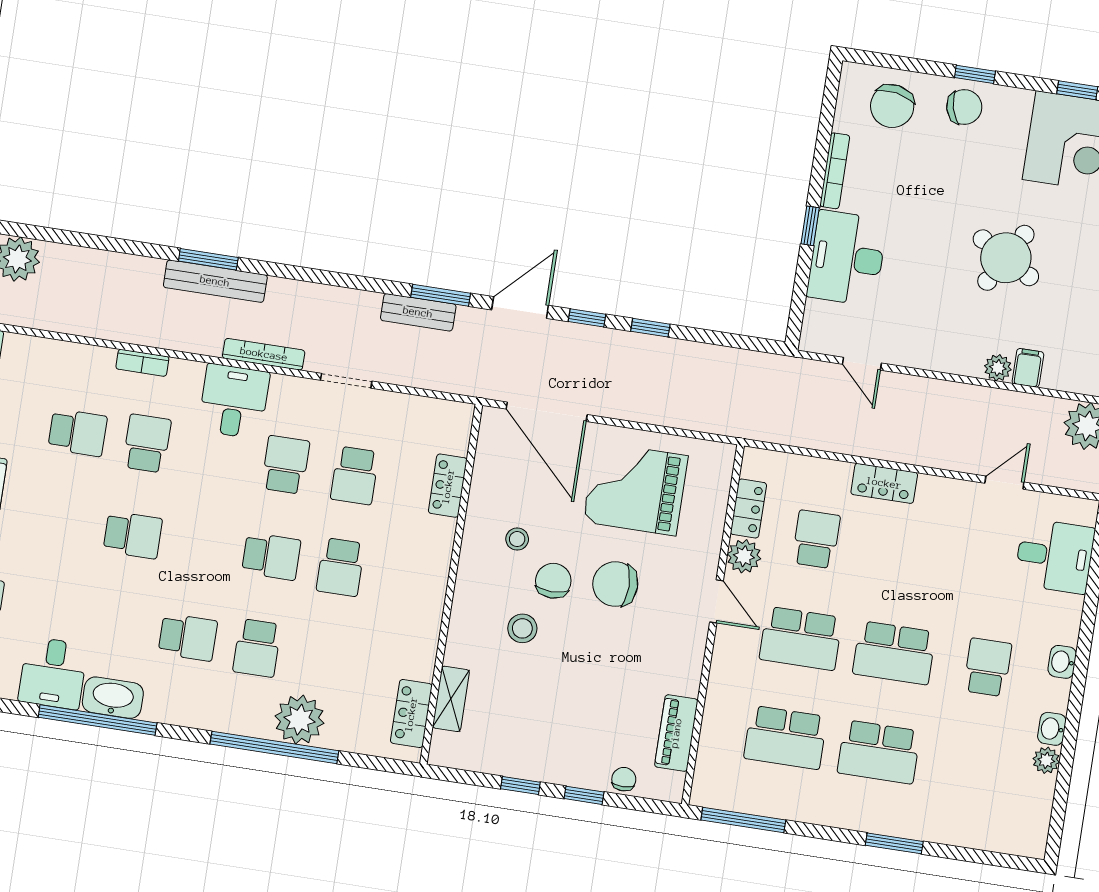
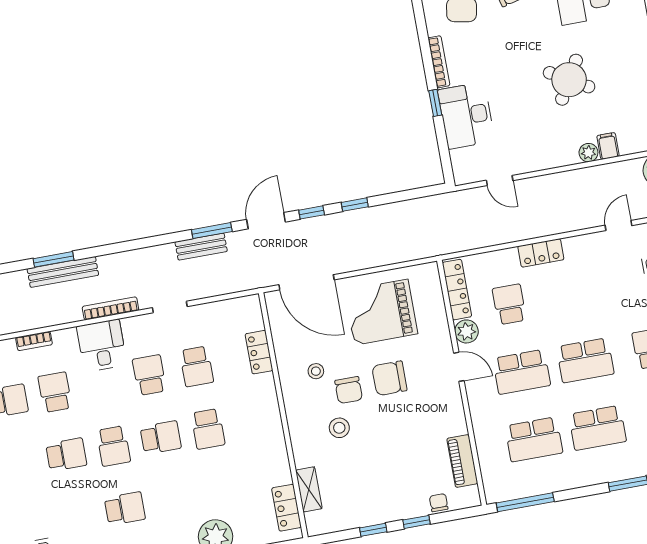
locker: (748, 509) -> (457, 290), width x1.53
chair: (553, 581) -> (349, 390), turned 180
school desk: (257, 648) -> (113, 446), moved

